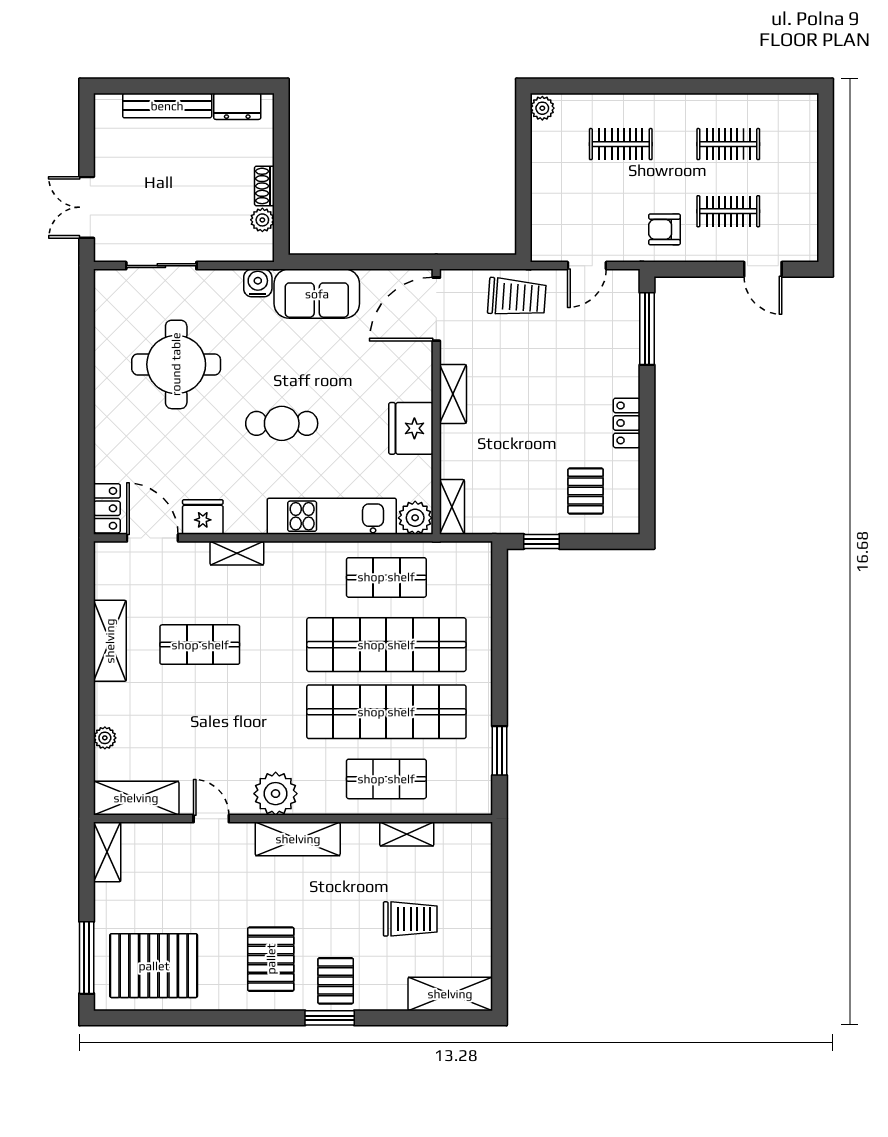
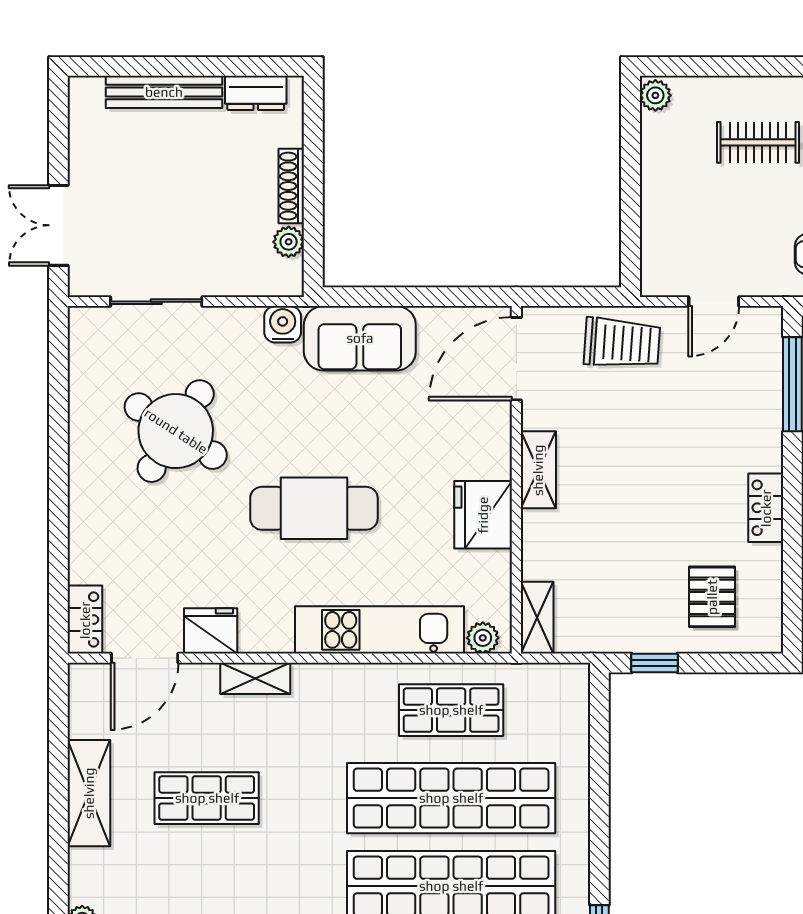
shoe rack: (264, 186) -> (291, 186), width x1.43
round table: (176, 364) -> (176, 431), turned 33
cafe table: (282, 423) -> (314, 508), width x1.37, depth x1.35
plant: (415, 518) -> (483, 638), width x0.73, depth x0.73
door: (152, 538) -> (145, 658), swing flipped

